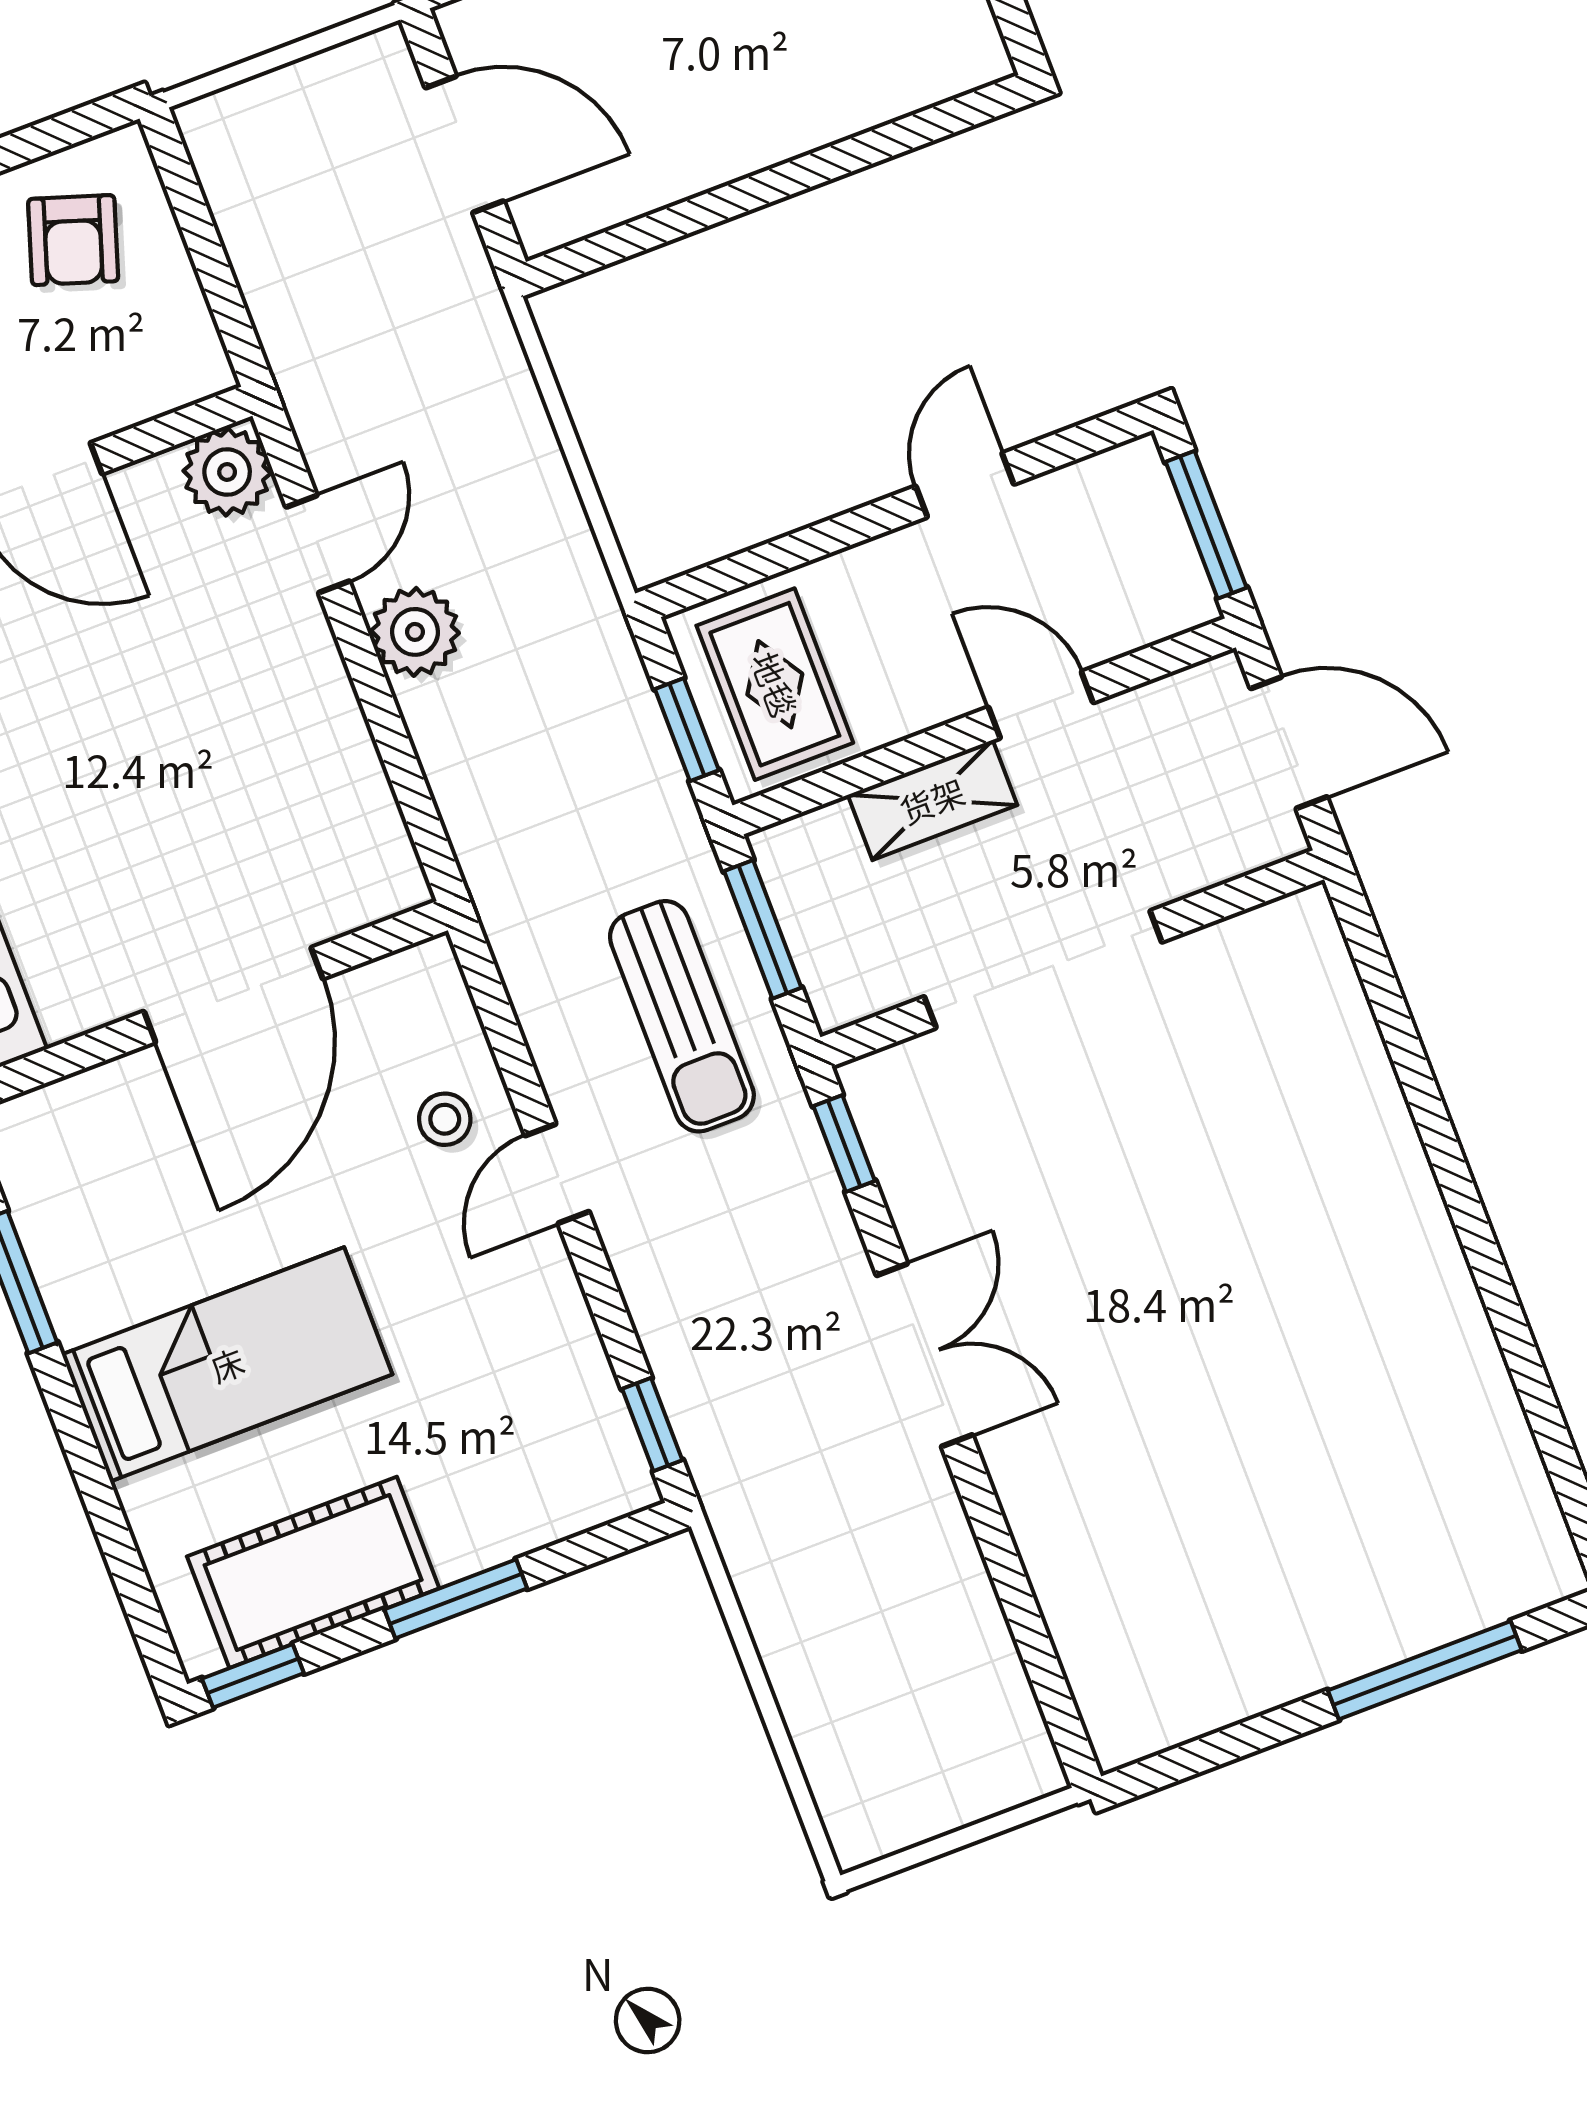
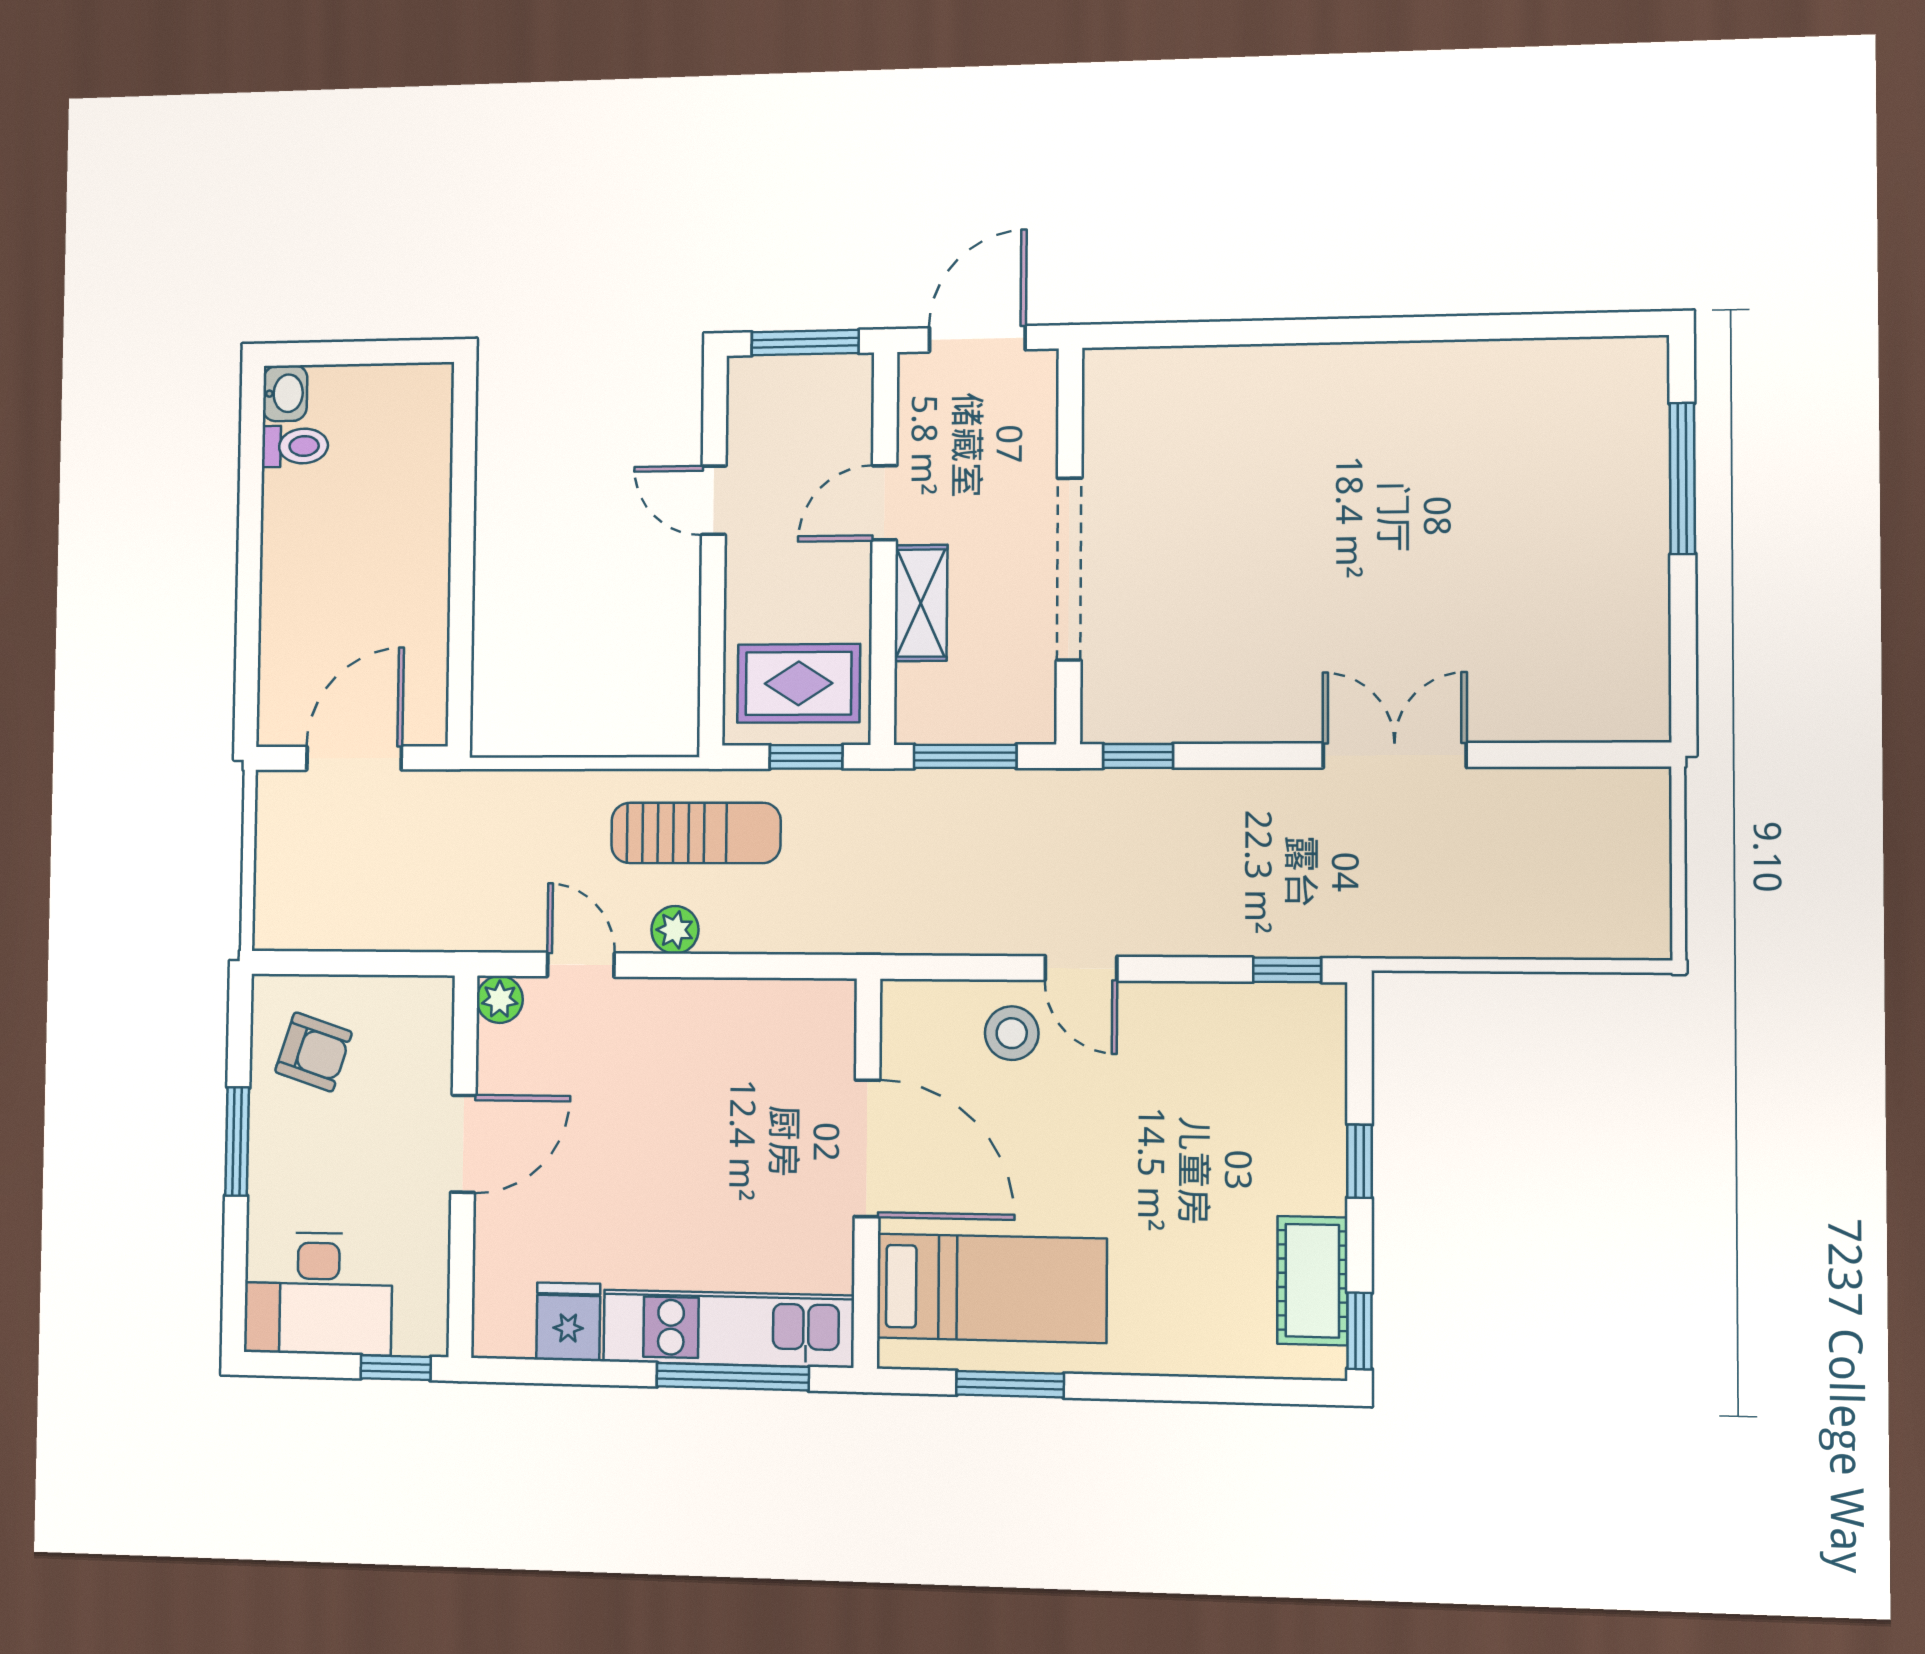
plant: (227, 472) -> (500, 999), width x0.73, depth x0.73
plant: (415, 632) -> (675, 930), width x0.73, depth x0.73
sun lounger: (682, 1016) -> (696, 833), moved
stool: (445, 1119) -> (1012, 1033), width x1.37, depth x1.37
double door: (924, 1355) -> (1395, 755), moved
bed: (227, 1364) -> (991, 1288), moved, turned 90
cot: (313, 1572) -> (1312, 1281), width x0.73, depth x0.75
window: (456, 1599) -> (1360, 1161), width x0.67

